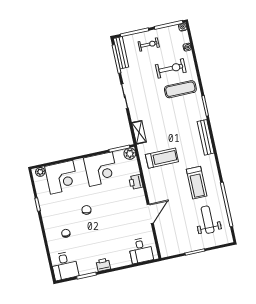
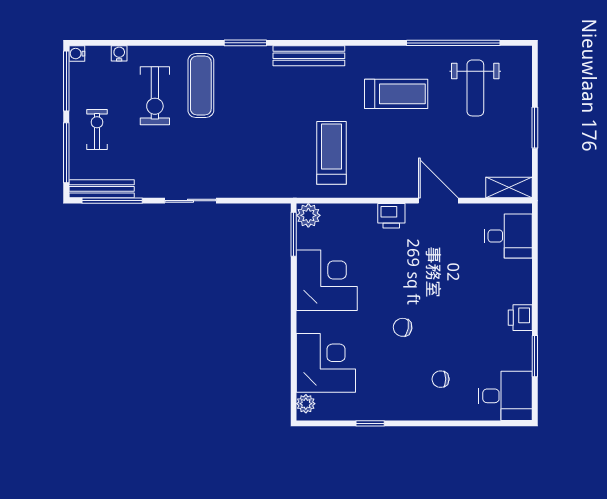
exercise bike: (171, 68) -> (155, 96), turned 180
shelving: (139, 132) -> (509, 188), moved
printer: (136, 182) -> (391, 216), moved
weight bench: (208, 220) -> (475, 88), turned -90

